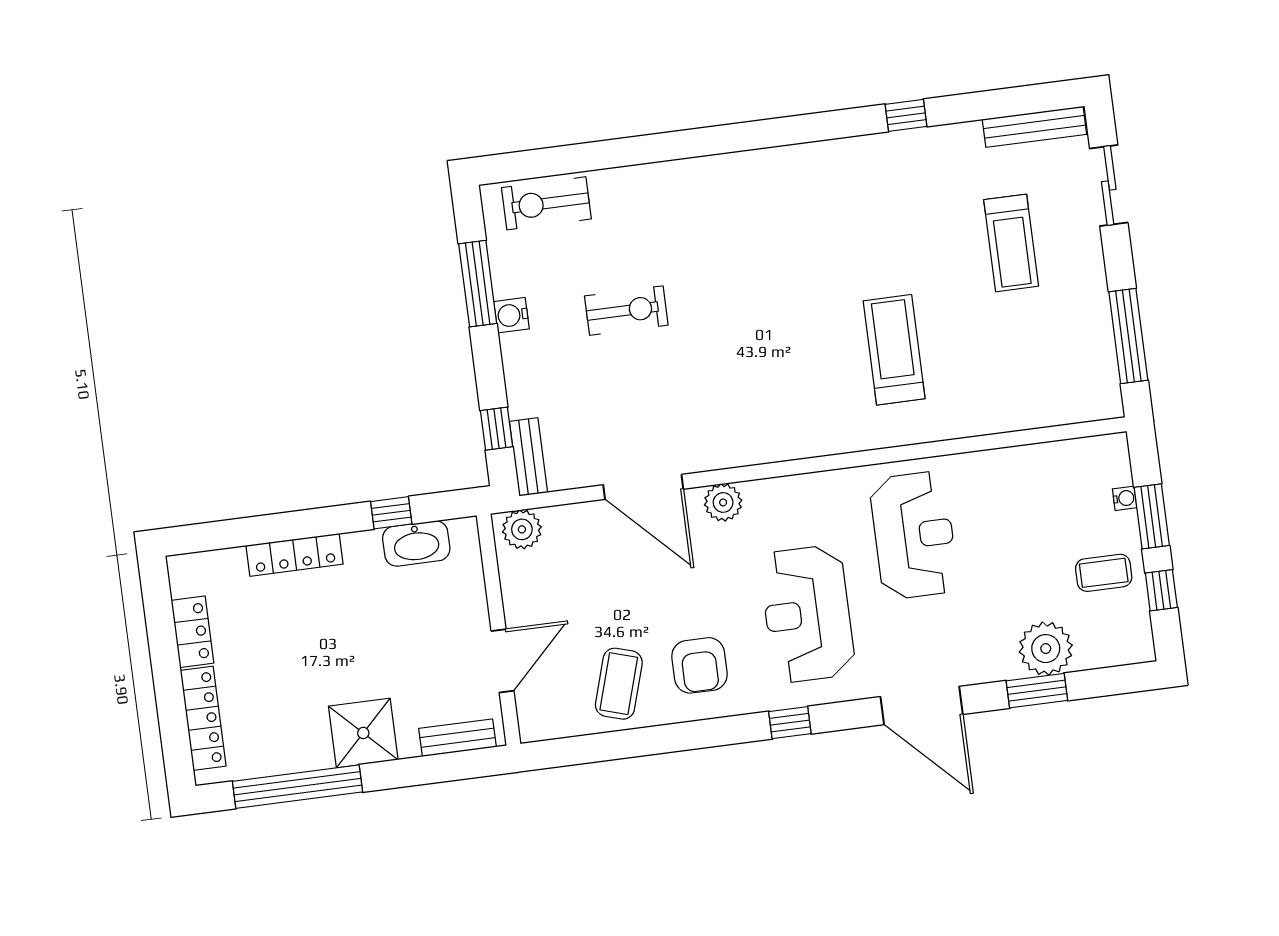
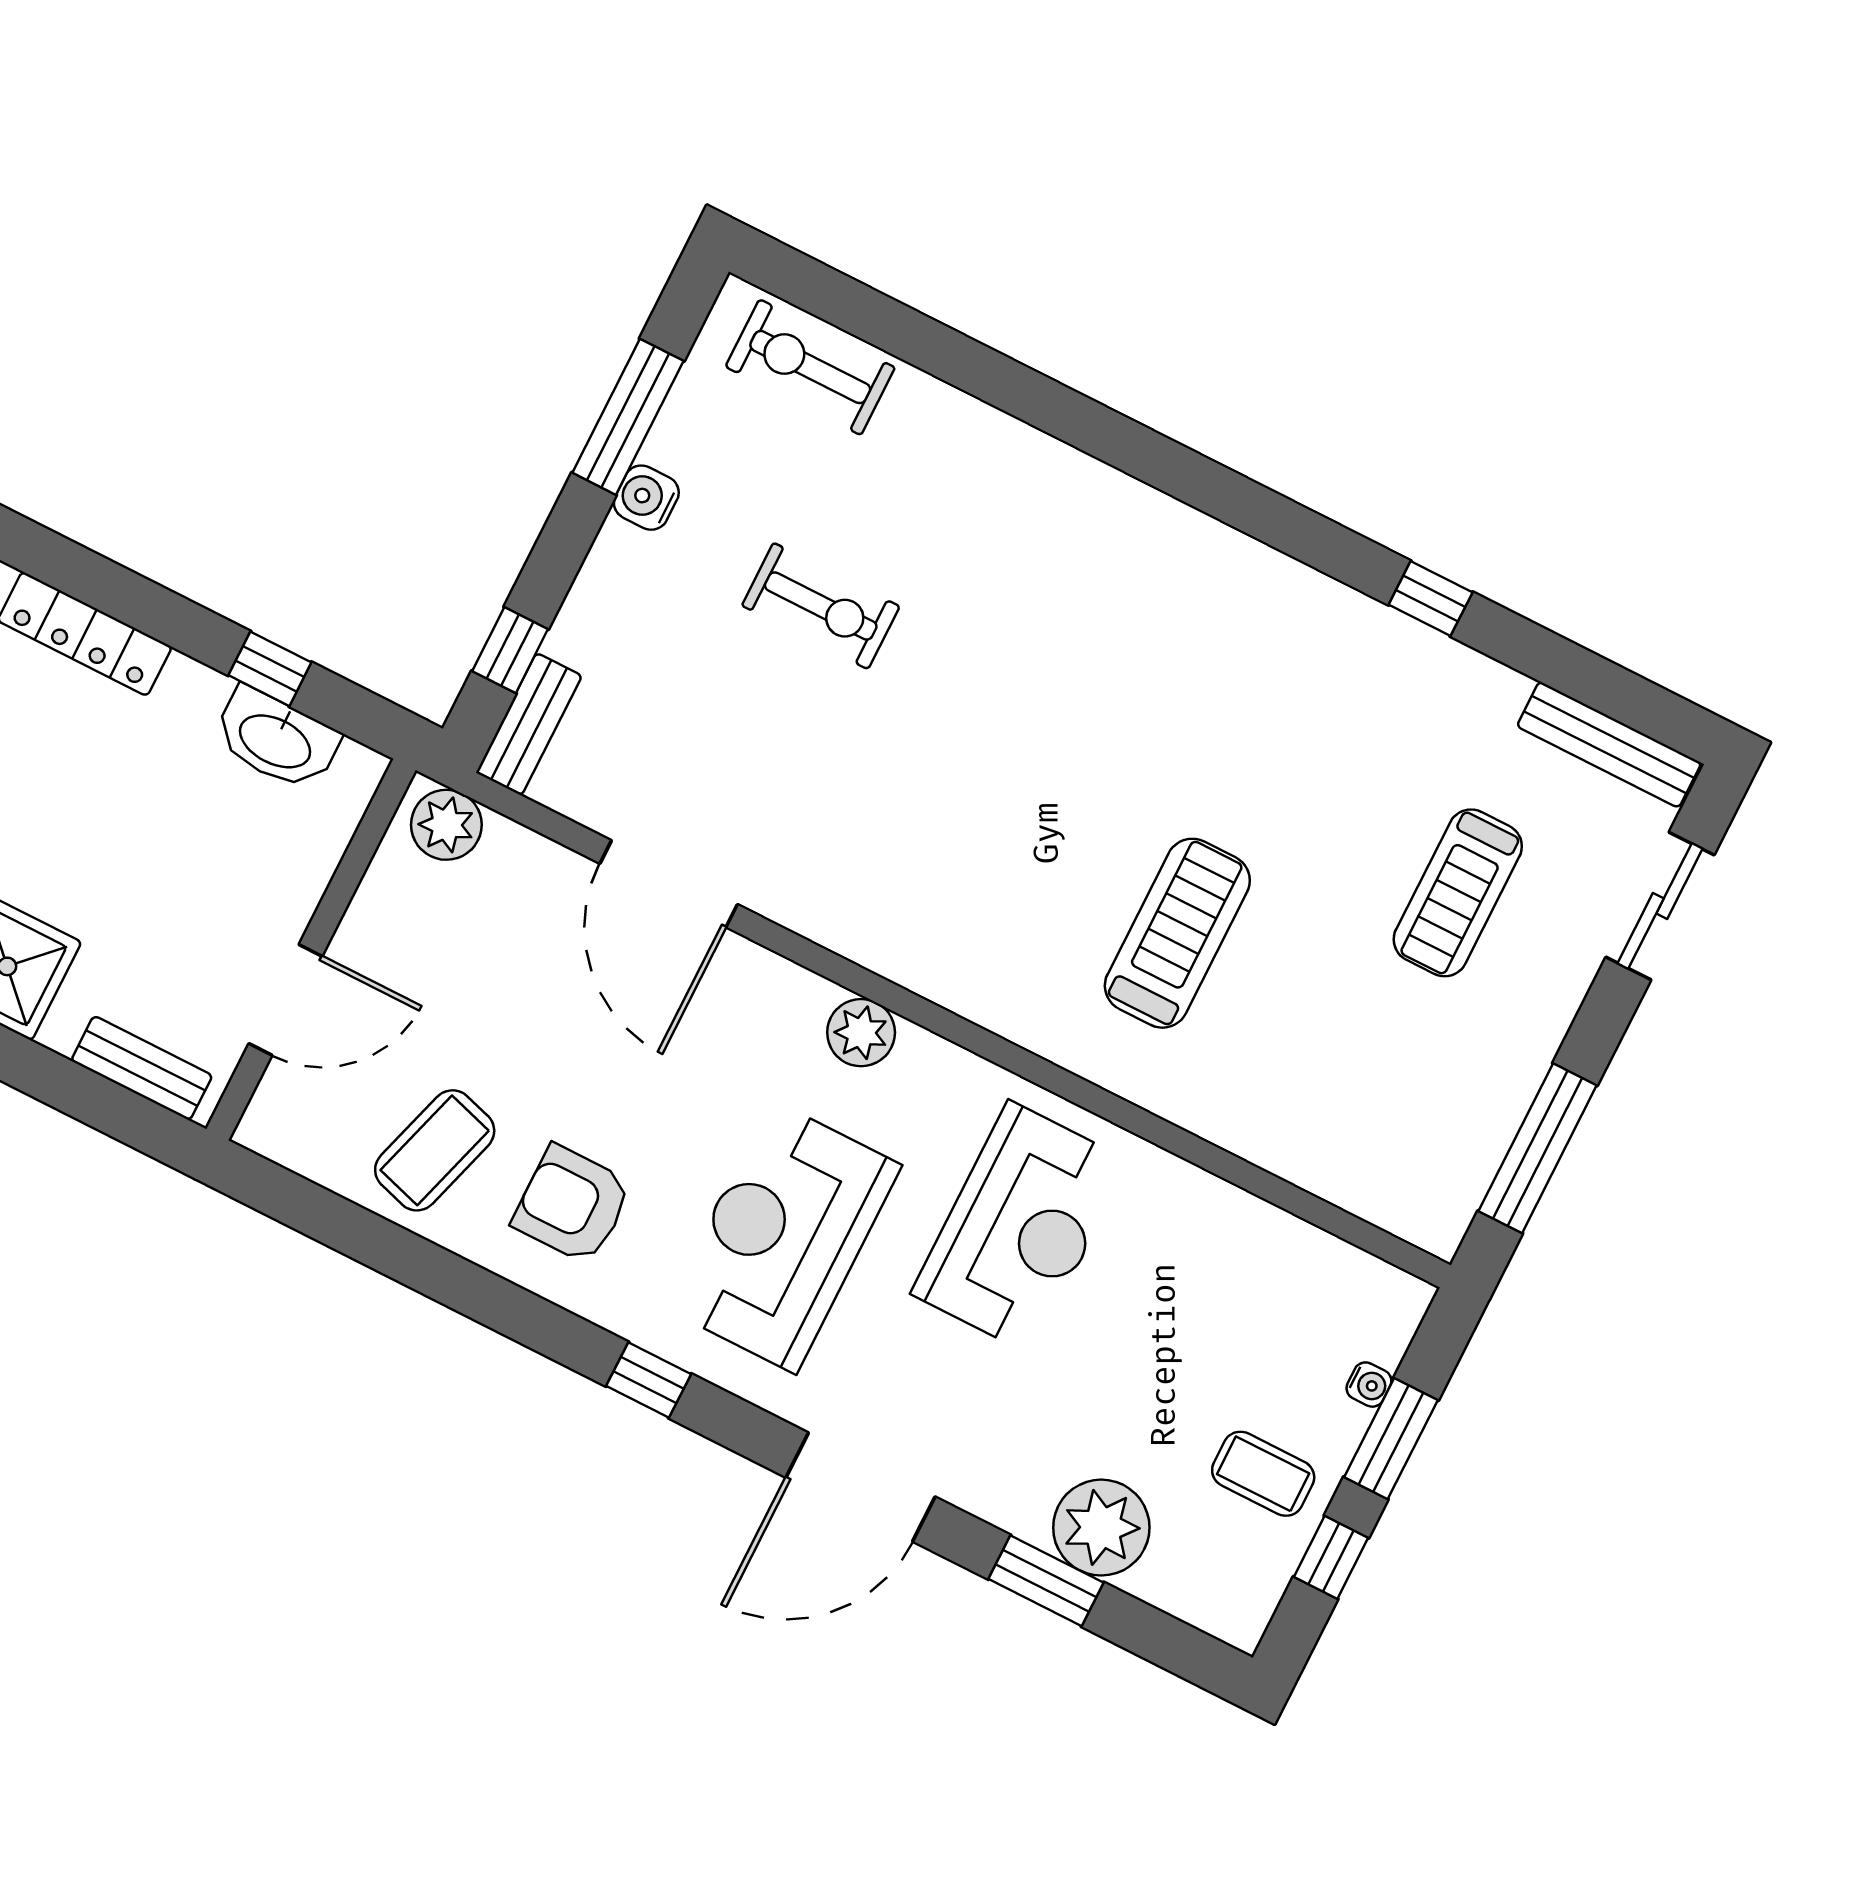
plant: (723, 502) -> (861, 1033), moved
armchair: (699, 665) -> (572, 1204), turned 90
door: (922, 706) -> (860, 1487), hinge flipped

